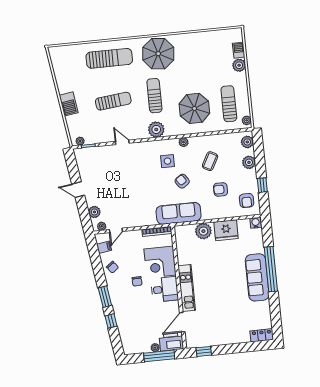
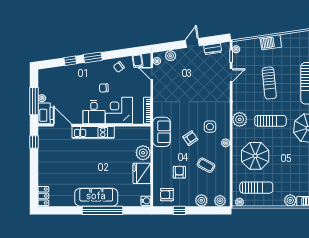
door: (122, 142) -> (231, 75), moved
dresser: (82, 167) -> (213, 49), added
sofa: (179, 213) -> (162, 132), width x0.73

